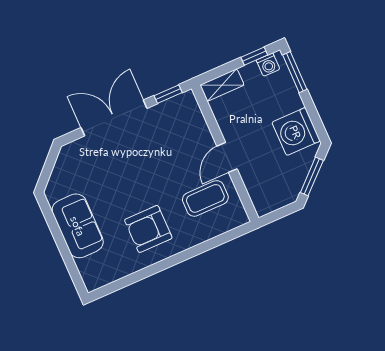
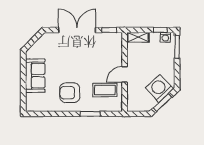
washing machine: (296, 132) -> (160, 88), moved, turned 47
window: (198, 249) -> (90, 114), added

